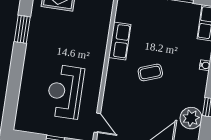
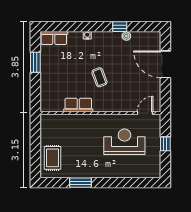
reception desk: (65, 92) -> (124, 142), turned 180
plant: (191, 118) -> (126, 36), width x0.53, depth x0.53

